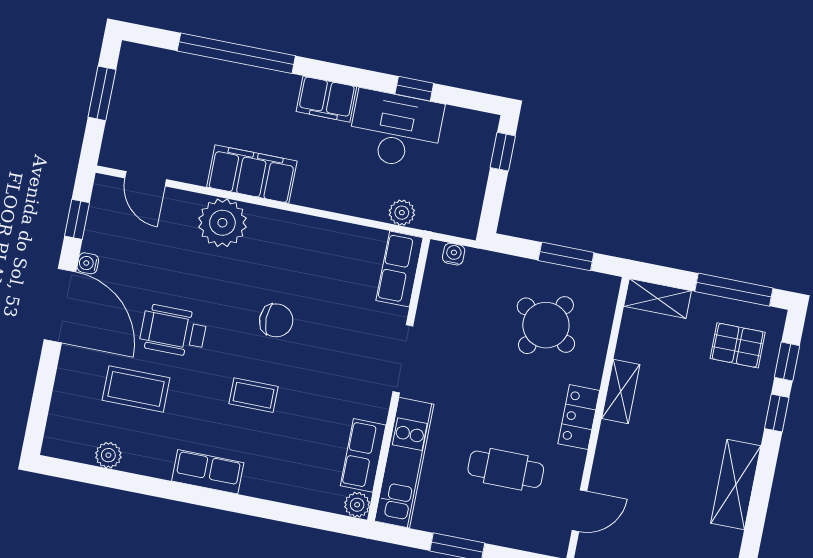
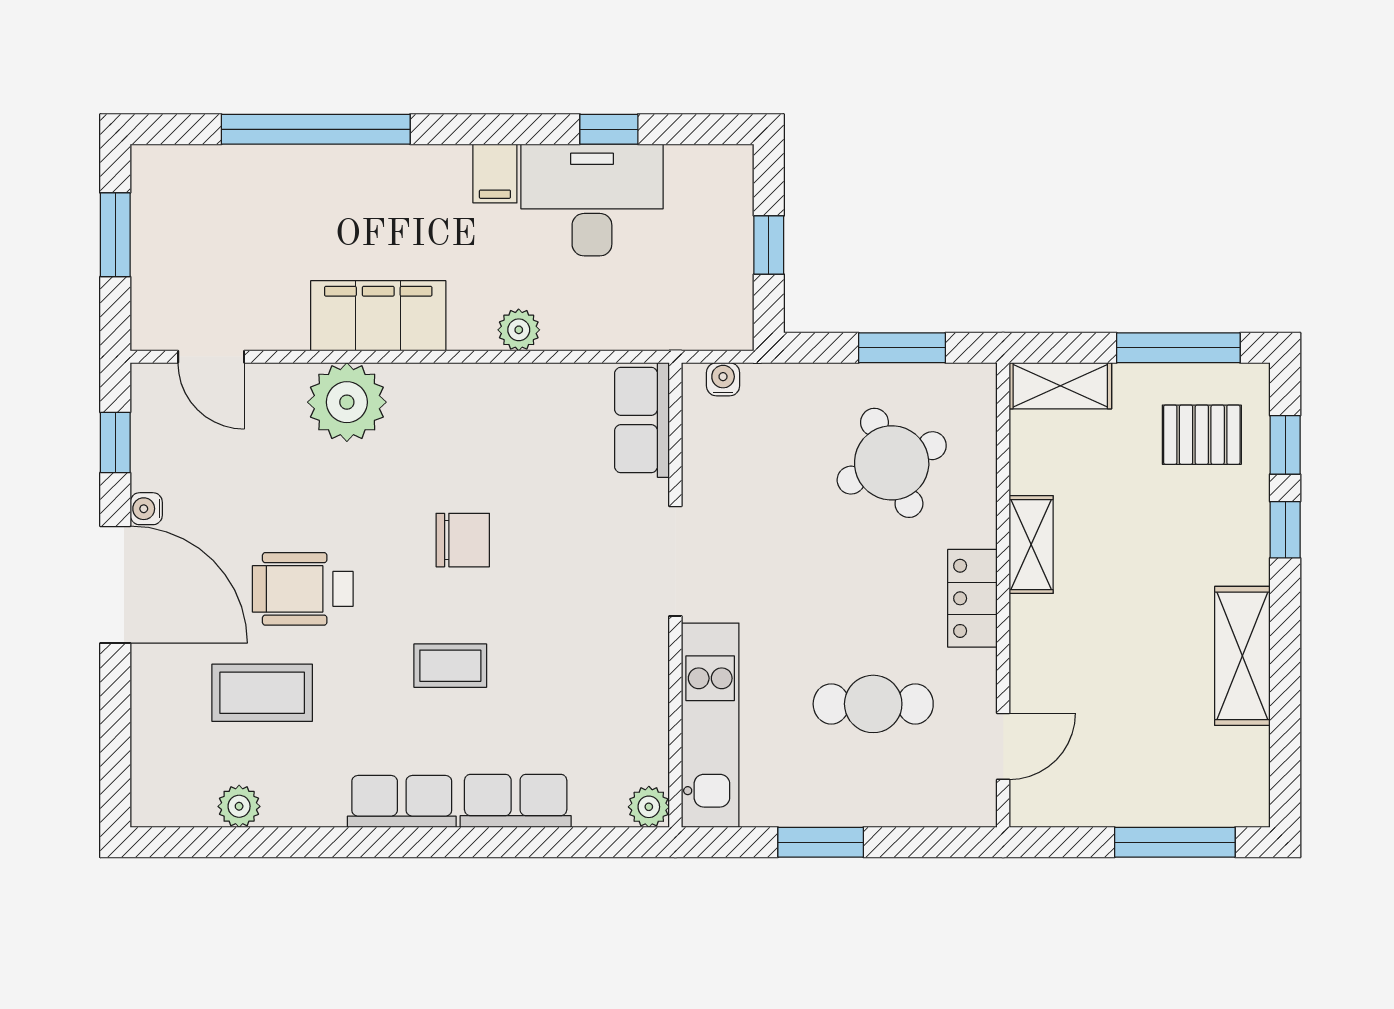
filing cabinet: (326, 99) -> (495, 174), width x0.50
window: (503, 152) -> (769, 245), moved
plant: (402, 213) -> (519, 330), moved
round table: (546, 325) -> (892, 463), turned 35
row of seats: (363, 455) -> (516, 801), moved, turned 90

